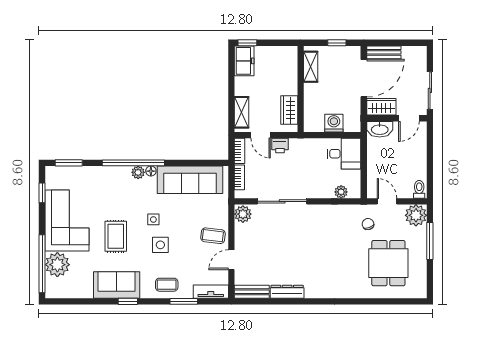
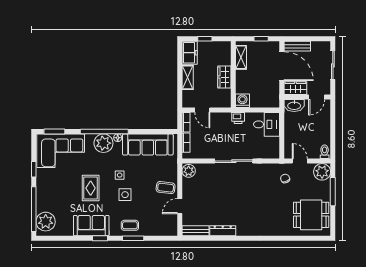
window: (247, 43) -> (205, 39), moved
door: (364, 78) -> (282, 66), hinge flipped
sliding door: (430, 90) -> (333, 65), moved
wardrobe: (289, 110) -> (224, 77), moved
shelving: (242, 112) -> (188, 77), moved
washing machine: (334, 123) -> (242, 101), moved
printer: (280, 146) -> (238, 118), moved
plant: (138, 172) -> (103, 143), width x1.87, depth x1.87
plant: (341, 192) -> (264, 154), removed
window: (42, 193) -> (34, 169), moved
sliding door: (282, 201) -> (234, 161), moved
corner sofa: (67, 220) -> (61, 151), moved, turned 90
dining table: (388, 263) -> (311, 215), moved, turned 90
plant: (57, 265) -> (46, 222), moved
tv unit: (211, 292) -> (164, 231), removed
window: (184, 301) -> (133, 238), moved

